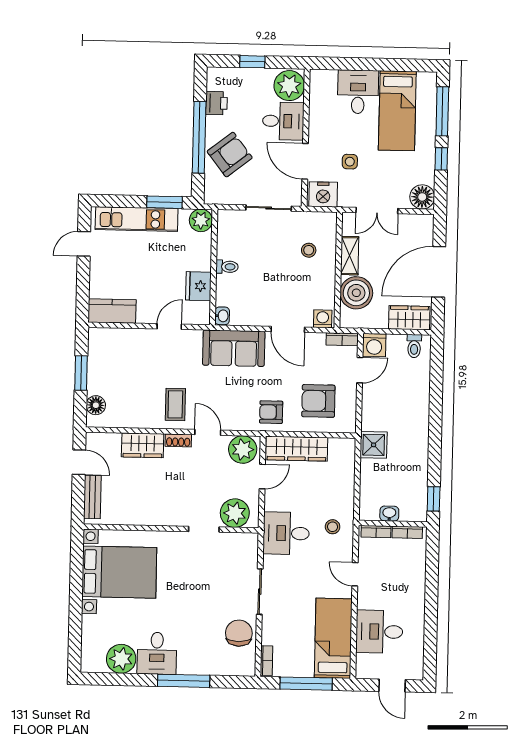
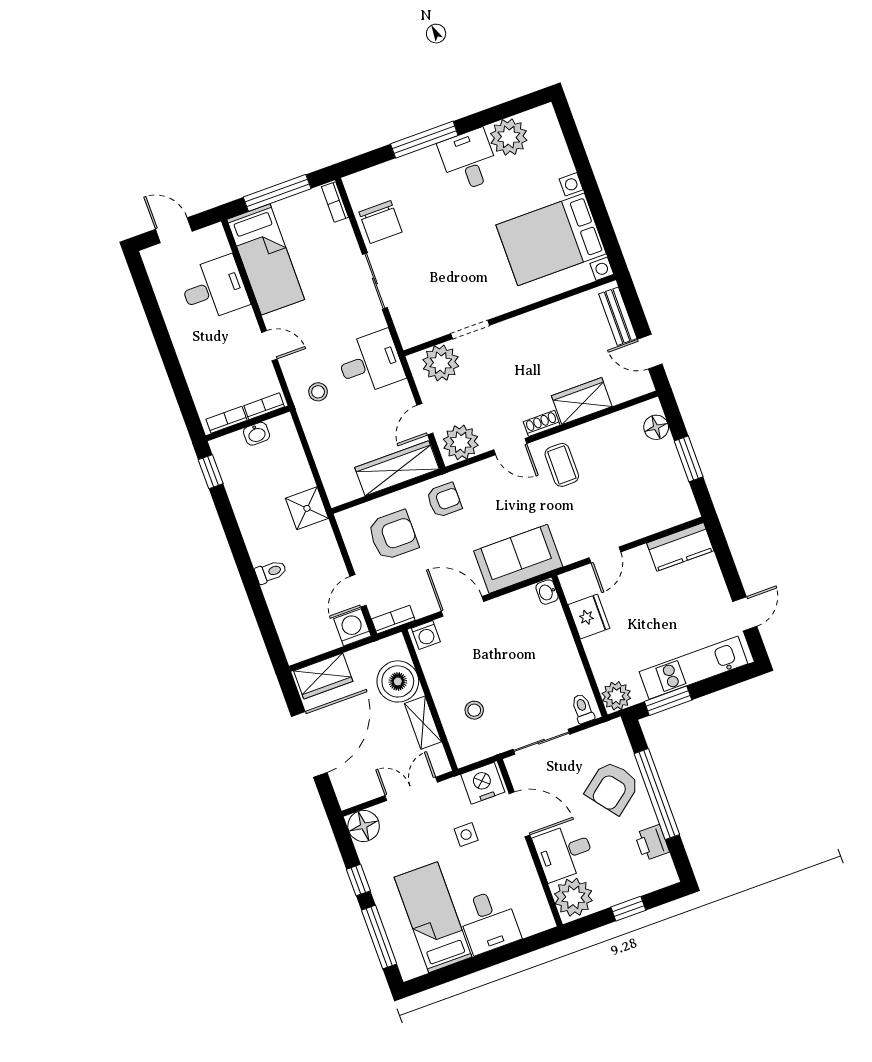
toilet: (227, 267) -> (583, 709), moved, turned 90
toilet: (414, 346) -> (271, 572), moved, turned 90

